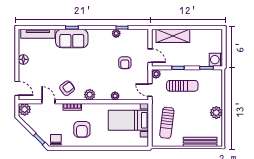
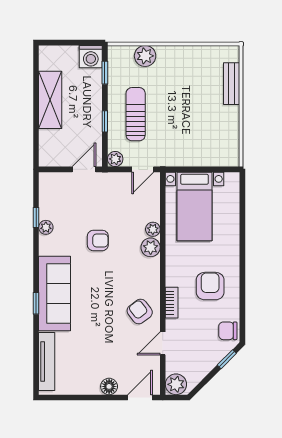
shelving: (173, 36) -> (50, 100), moved
sofa: (72, 39) -> (55, 294), width x1.36
floor lamp: (23, 59) -> (109, 386), moved
armchair: (125, 63) -> (98, 240), moved
plant: (90, 95) -> (151, 247), moved
plant: (216, 113) -> (145, 56), moved
sun lounger: (167, 123) -> (199, 141), removed
armchair: (82, 129) -> (210, 286), turned -90
bench: (200, 142) -> (232, 84), width x0.73

